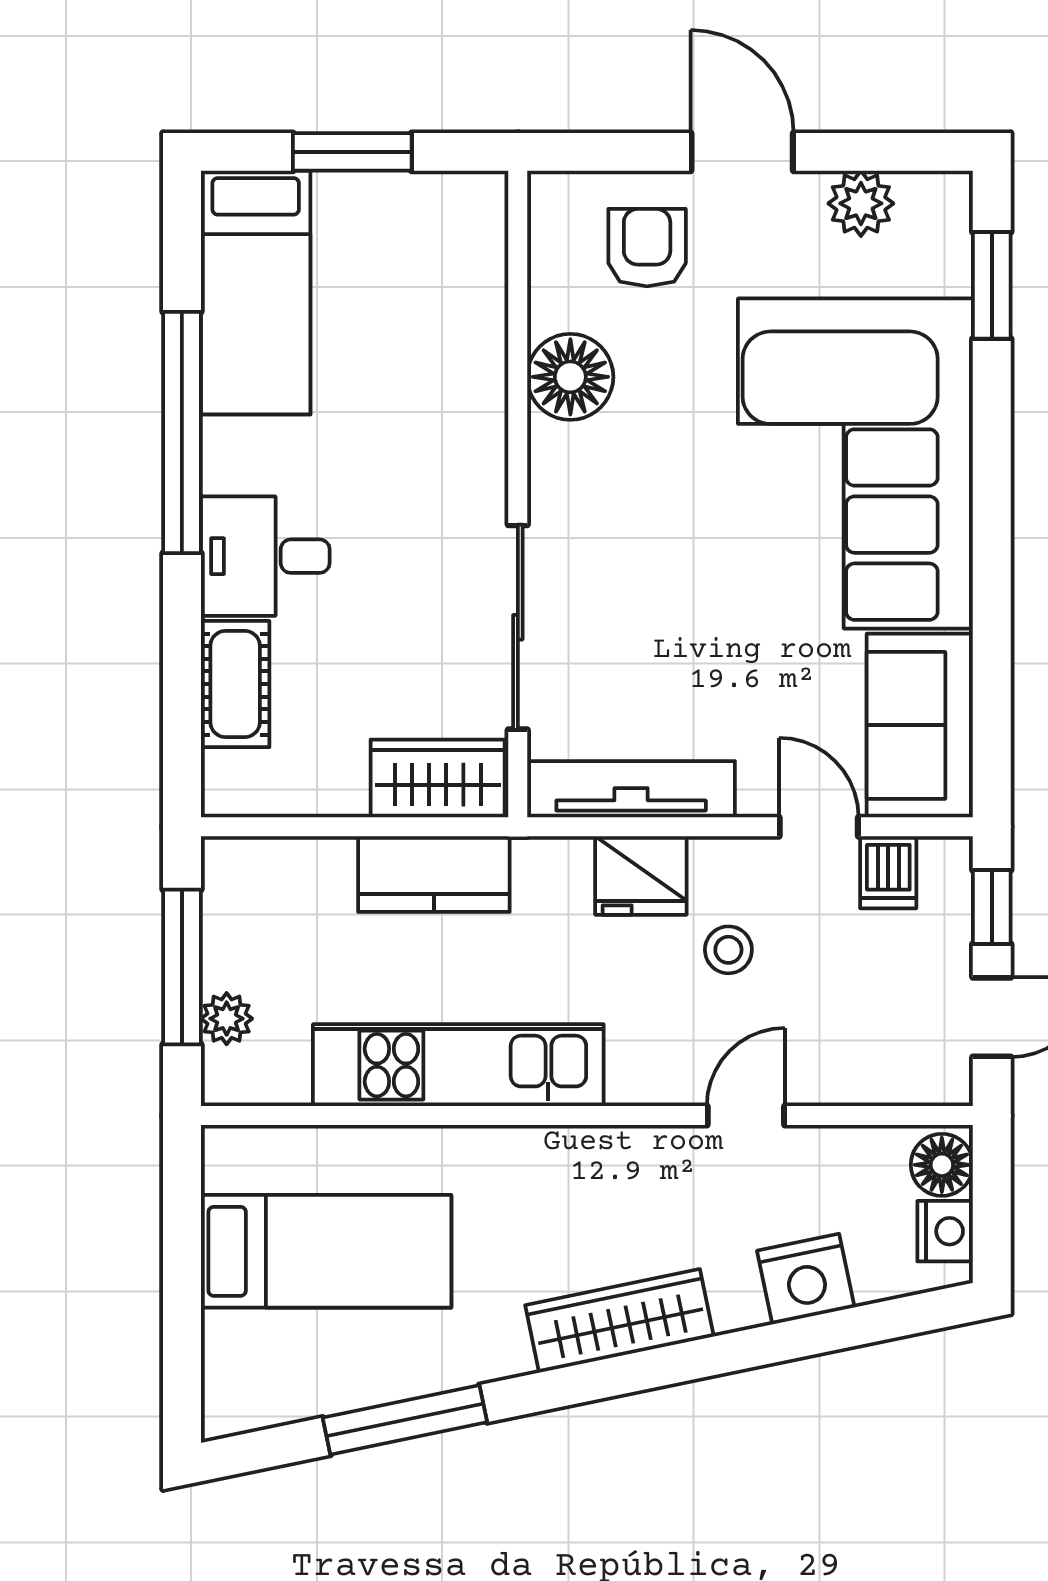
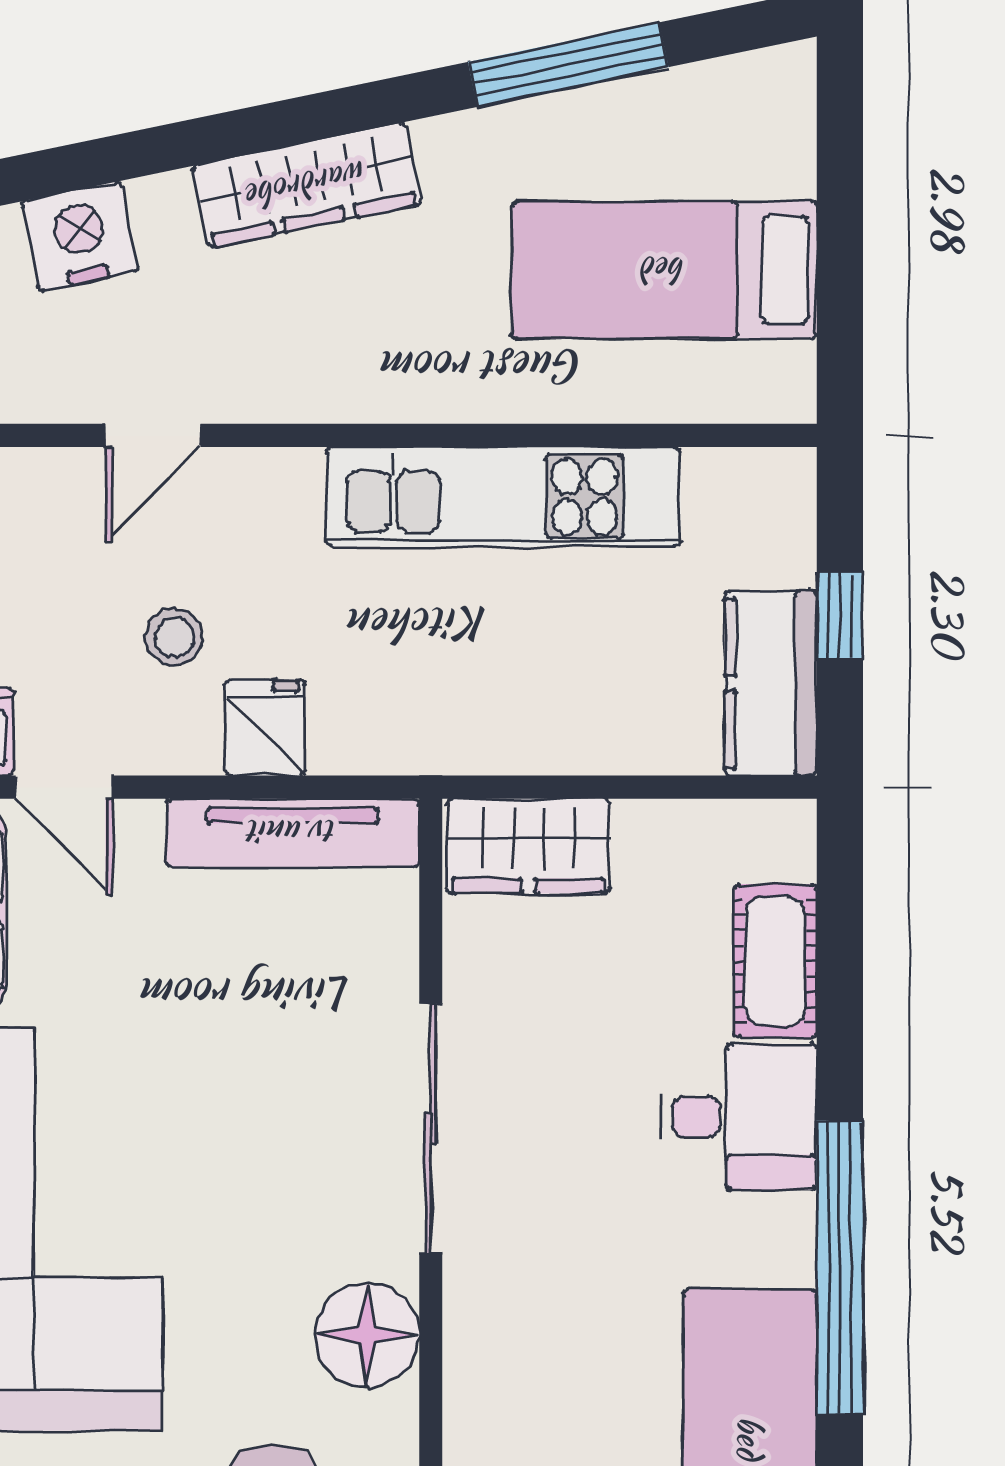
sliding door: (518, 627) -> (431, 1129), moved
kitchen counter: (434, 874) -> (771, 683), moved, turned -90
fridge: (641, 875) -> (265, 728), width x0.72
window: (182, 967) -> (840, 616), width x0.46
plant: (227, 1019) -> (786, 553), removed

